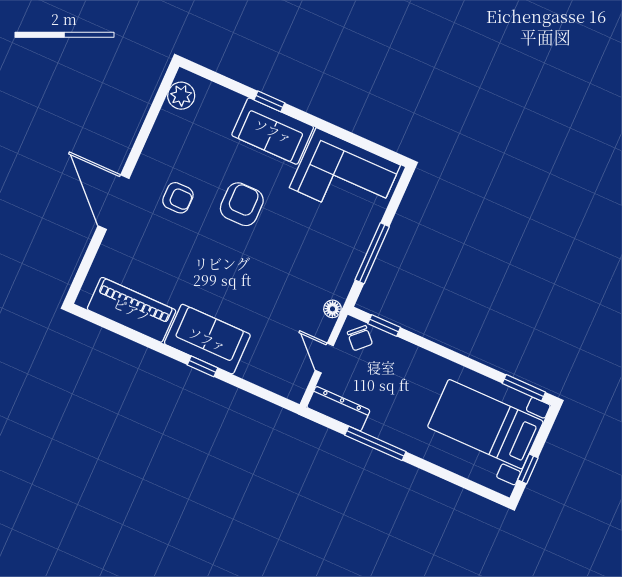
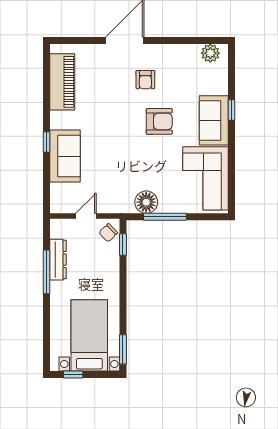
floor lamp: (332, 309) -> (146, 202), moved, width x1.89, depth x1.89
sofa: (207, 339) -> (65, 156), moved
dresser: (338, 409) -> (58, 260), moved

